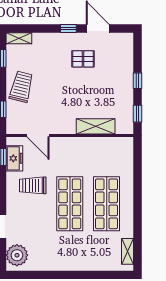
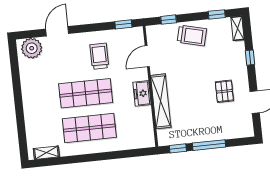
window: (68, 28) -> (250, 58), moved
window: (137, 81) -> (209, 145), width x2.17
shelving: (96, 126) -> (161, 101), width x1.47
freezer: (14, 158) -> (142, 93), moved, turned 90

